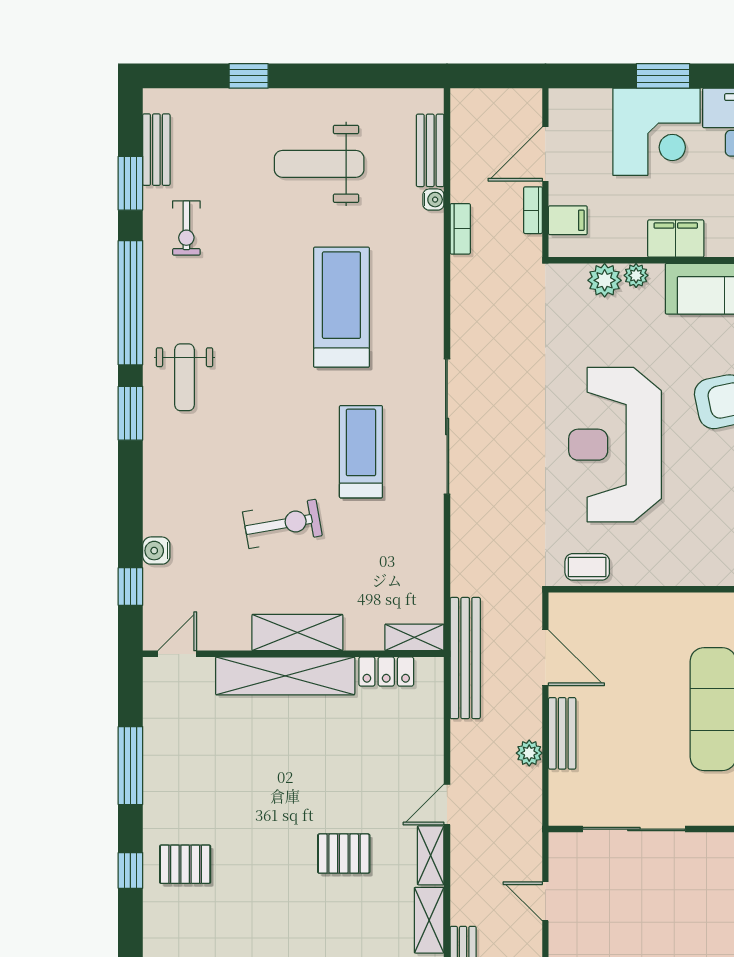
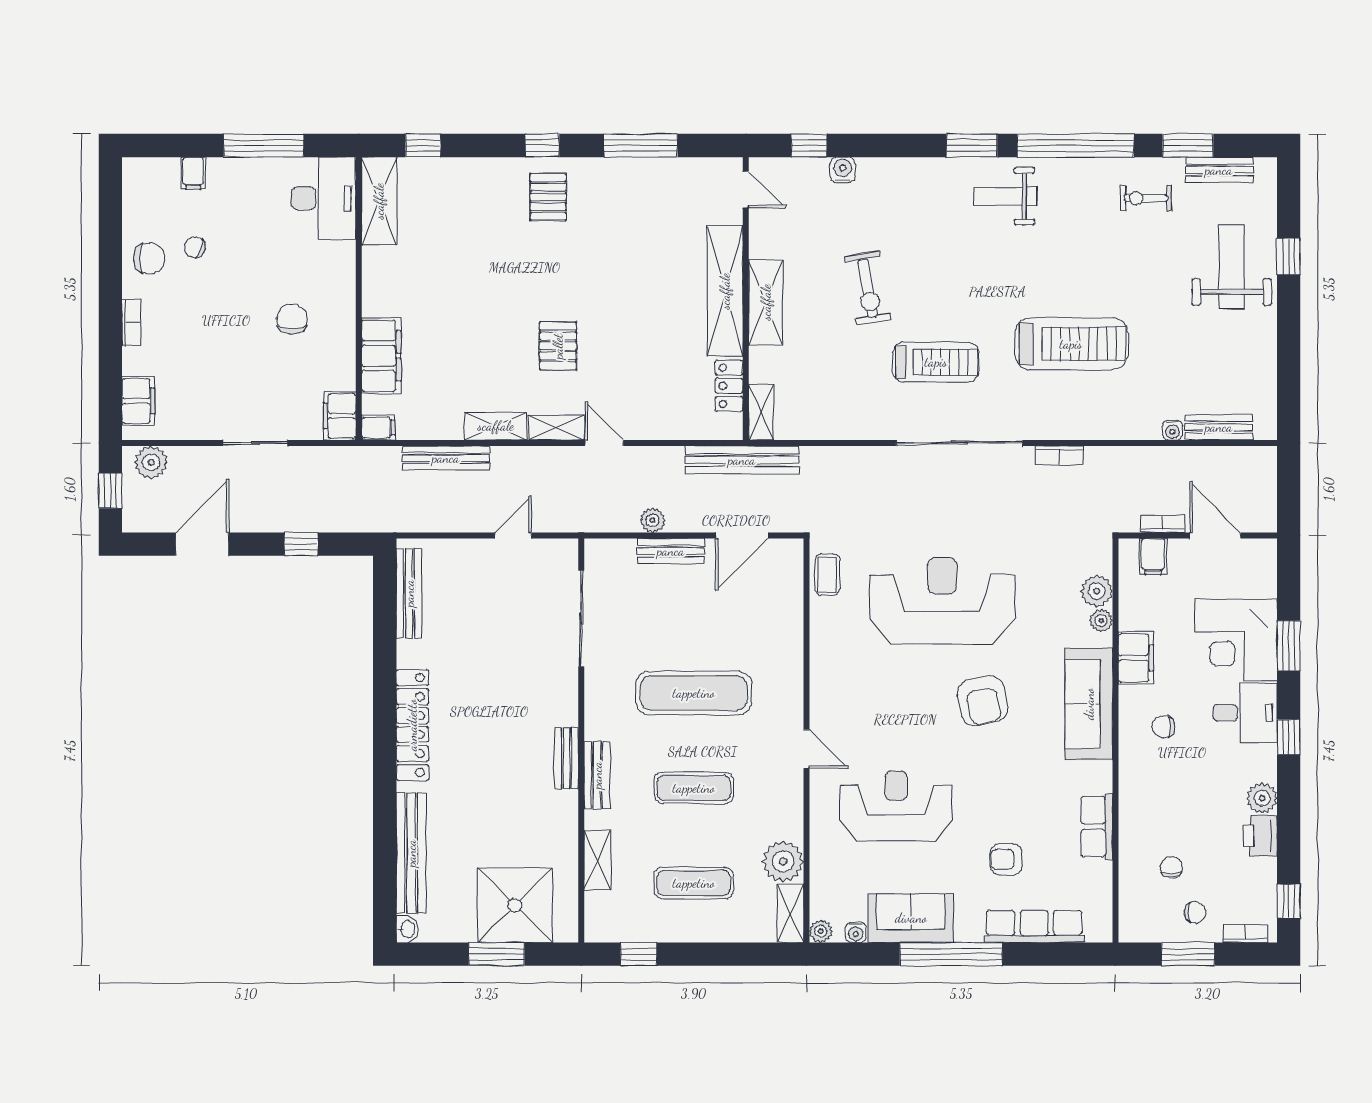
weight bench: (319, 164) -> (1232, 267), moved
bookcase: (460, 229) -> (1060, 455), moved

